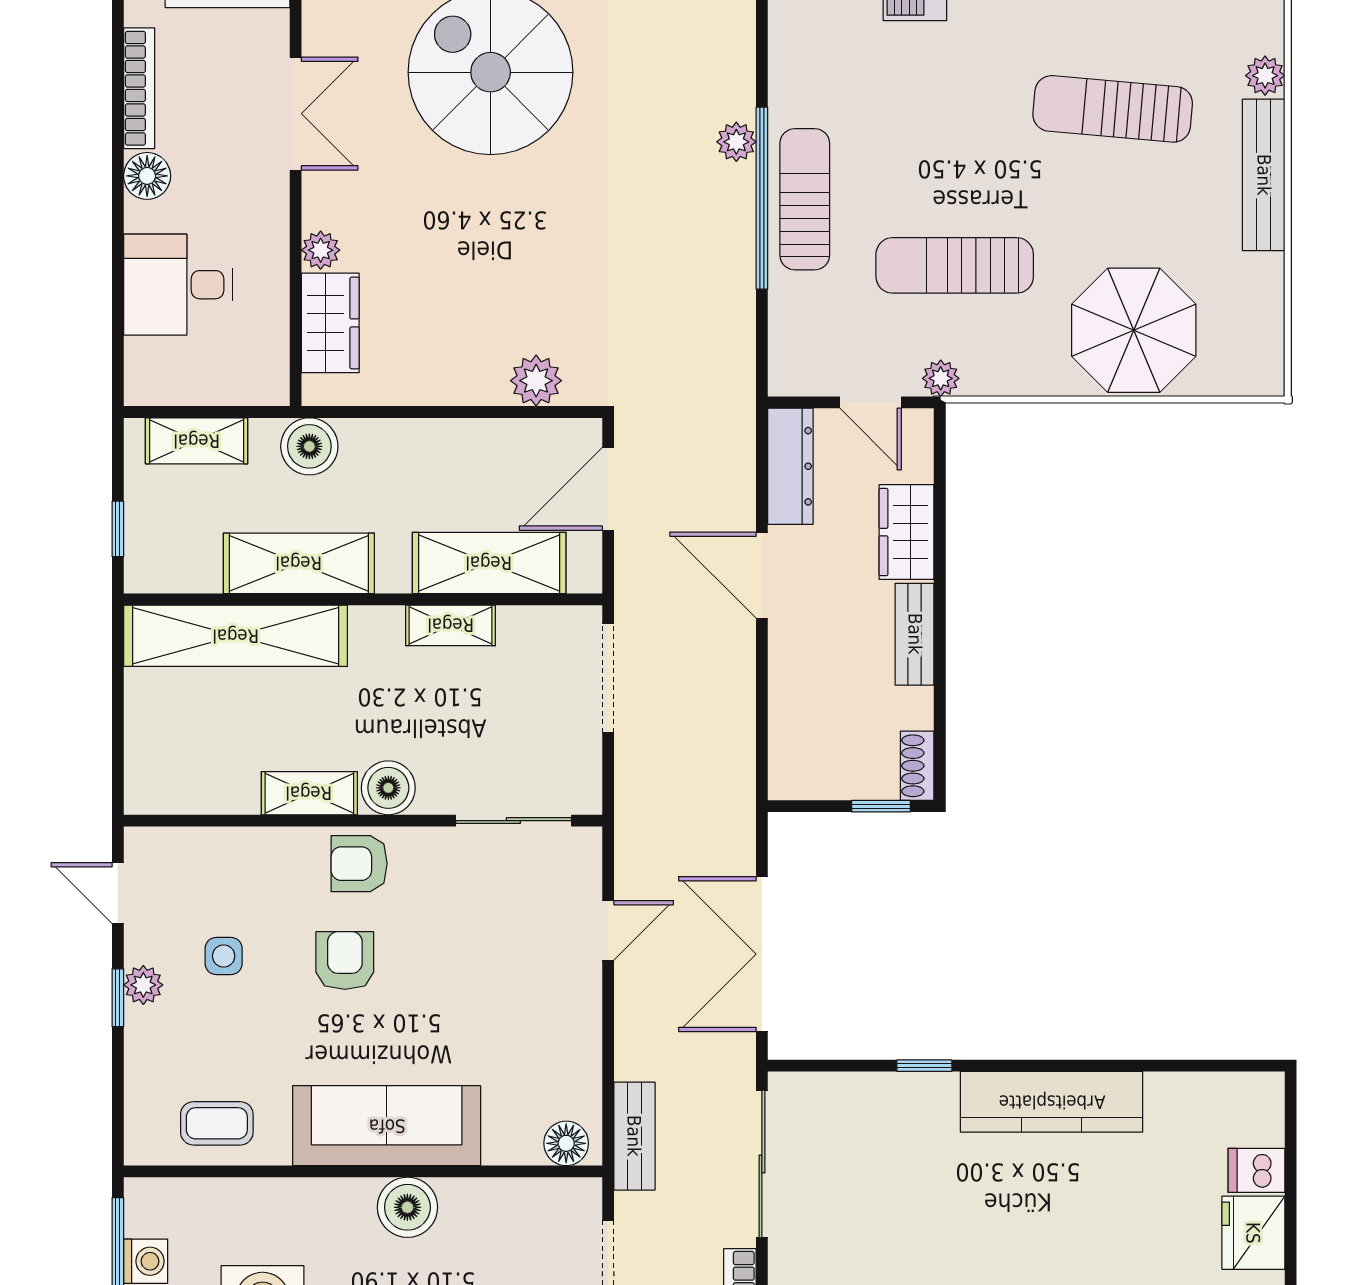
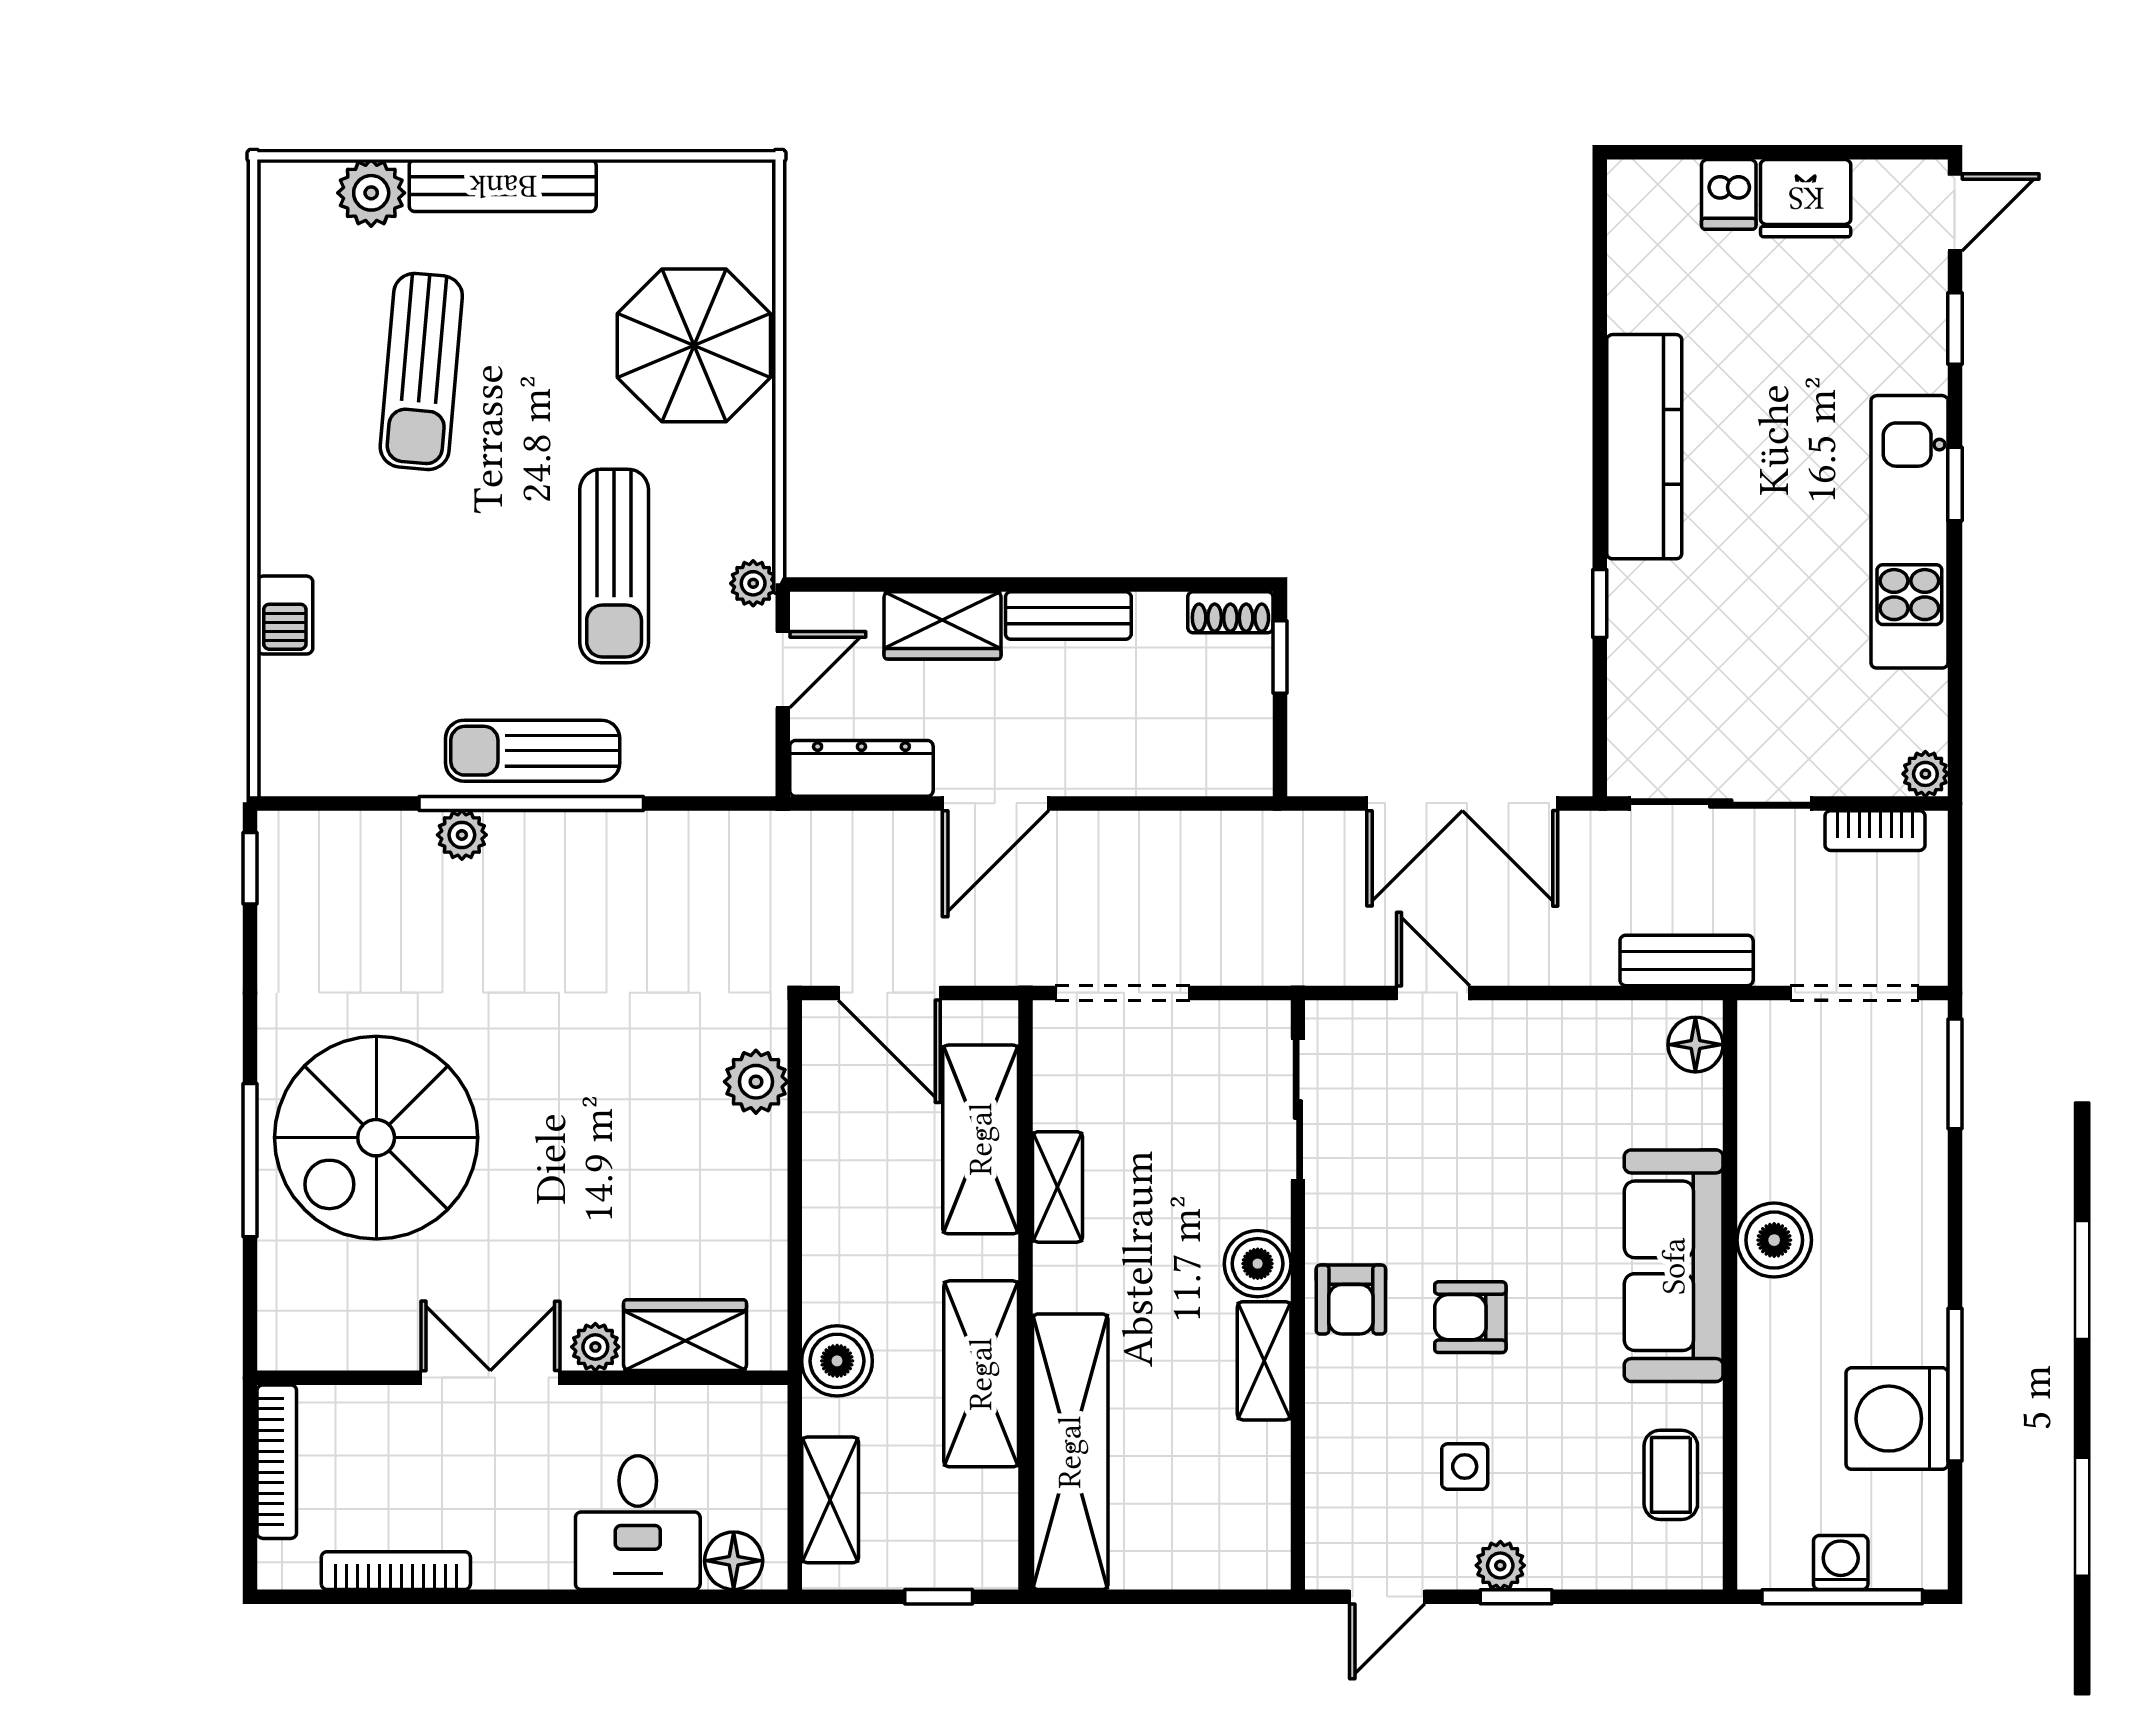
plant: (1265, 76) -> (371, 193), width x1.38, depth x1.38
double door: (296, 114) -> (490, 1378), moved
floor lamp: (147, 176) -> (734, 1561), moved

